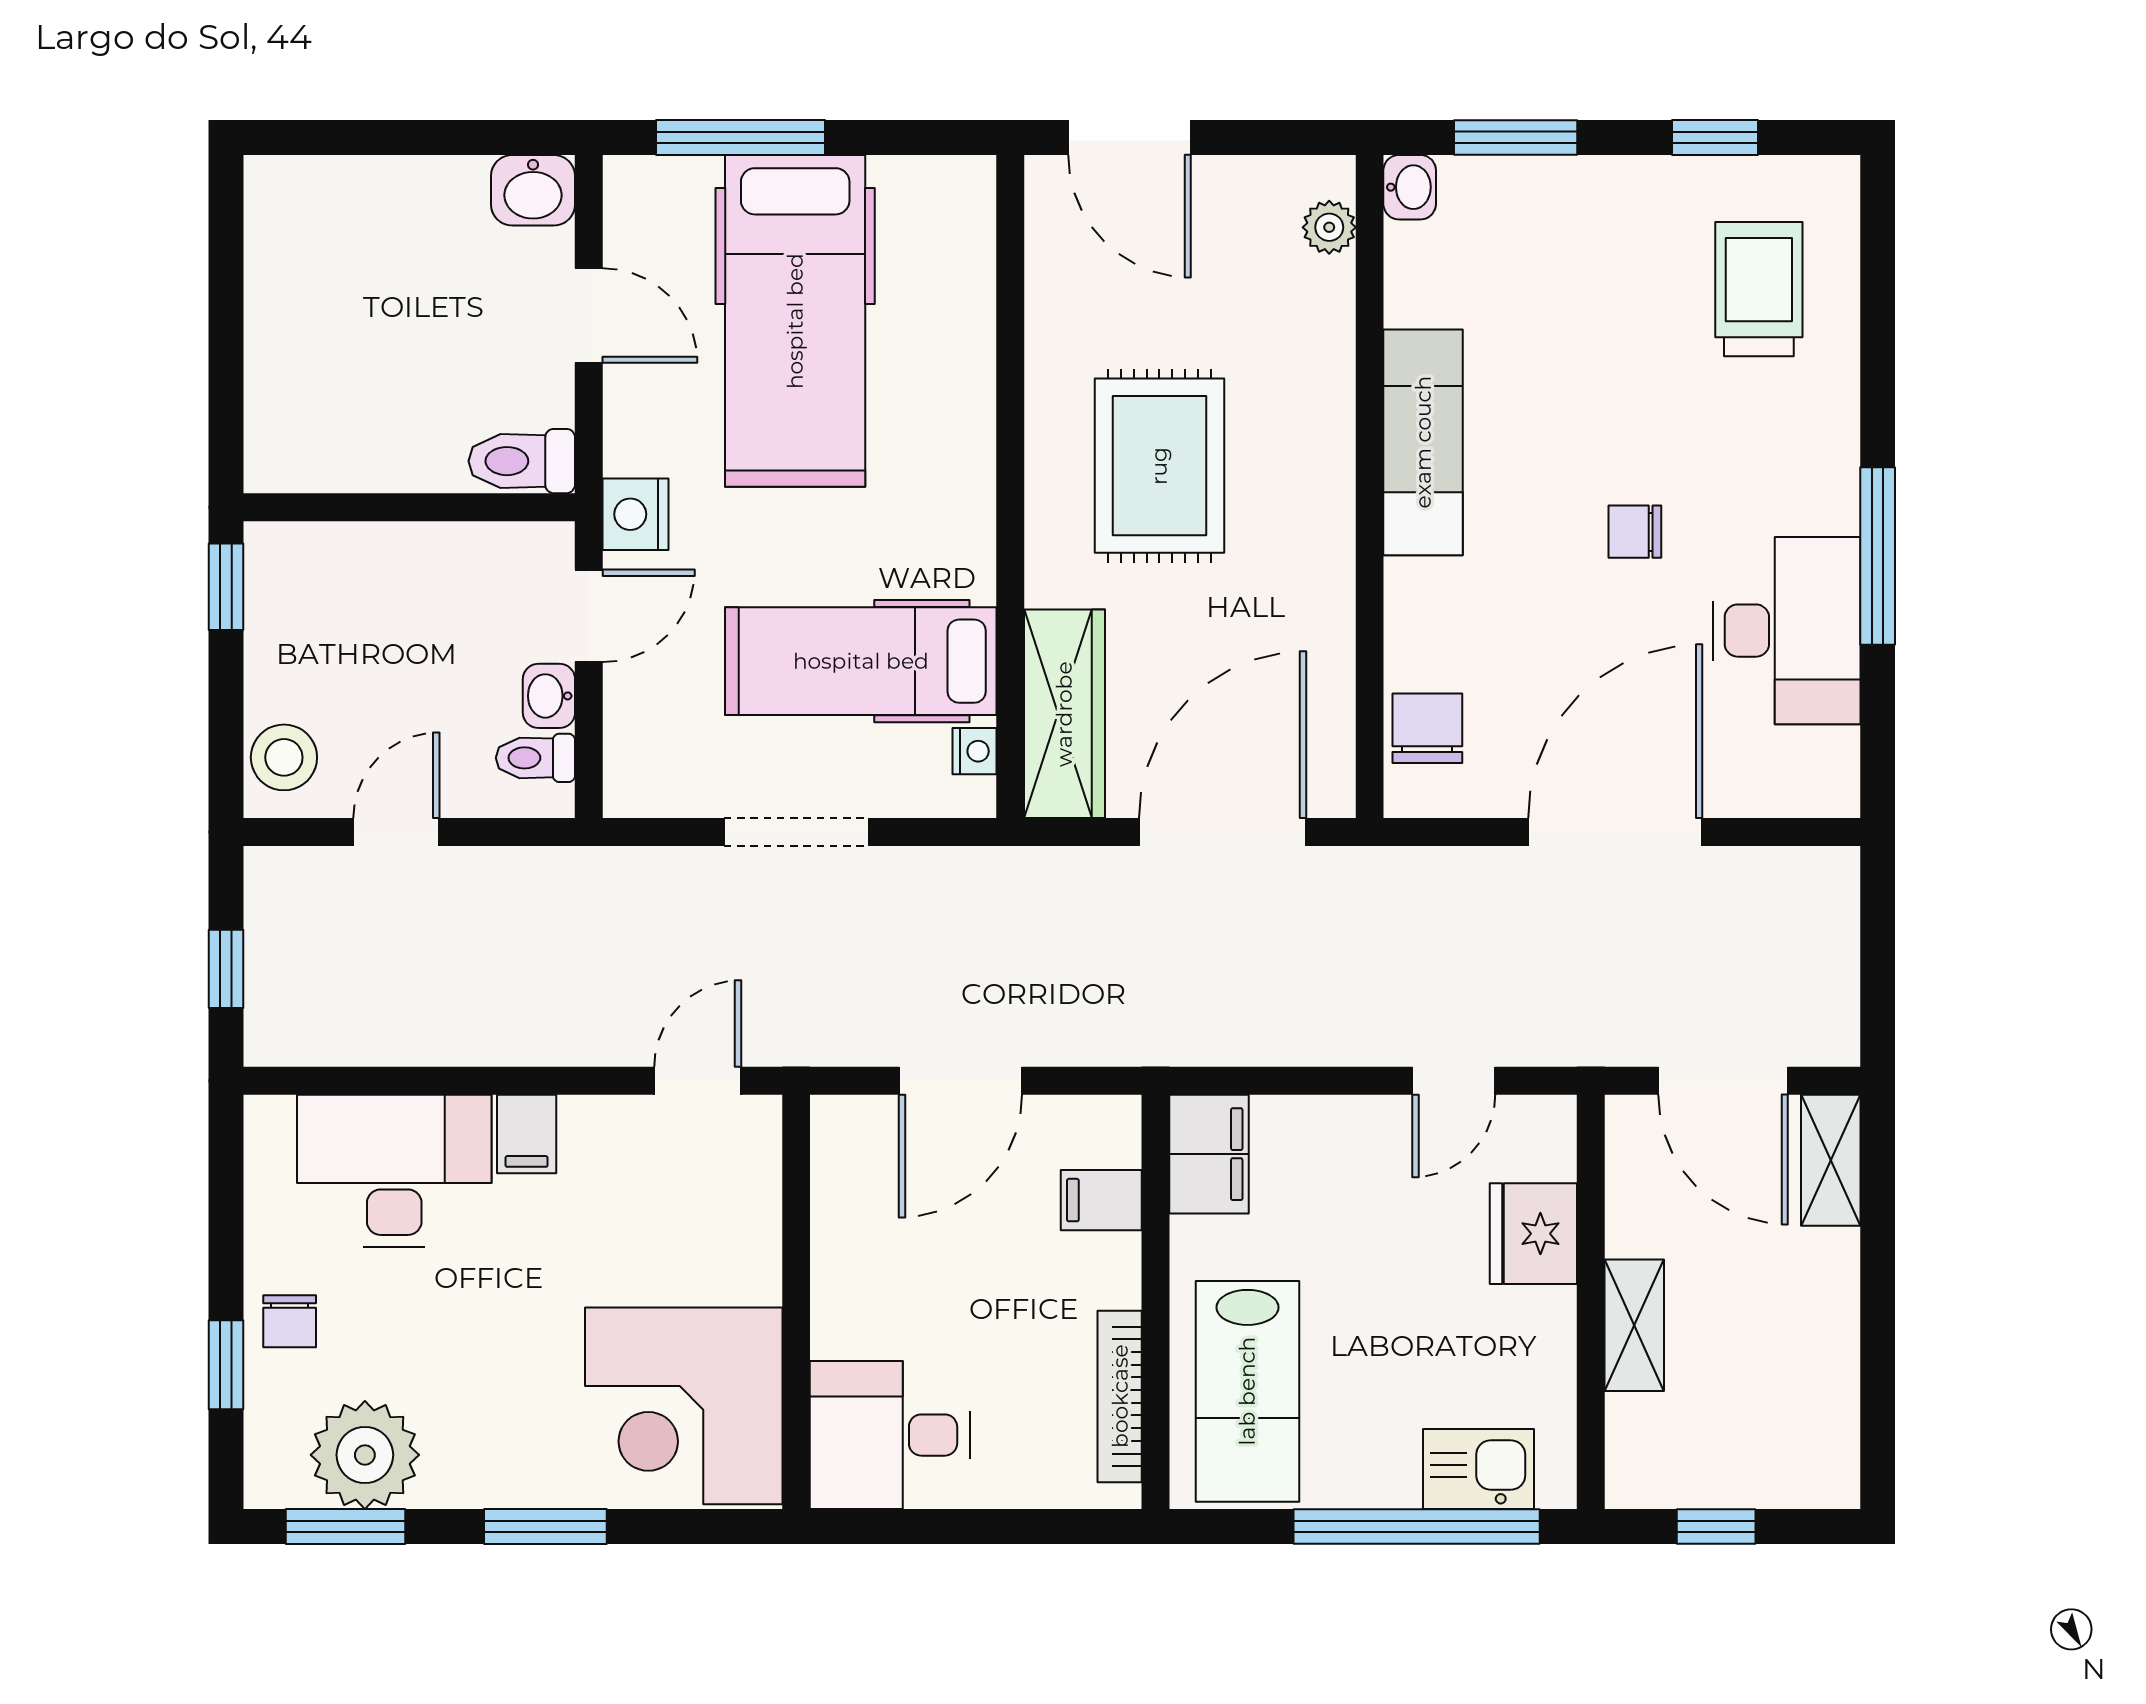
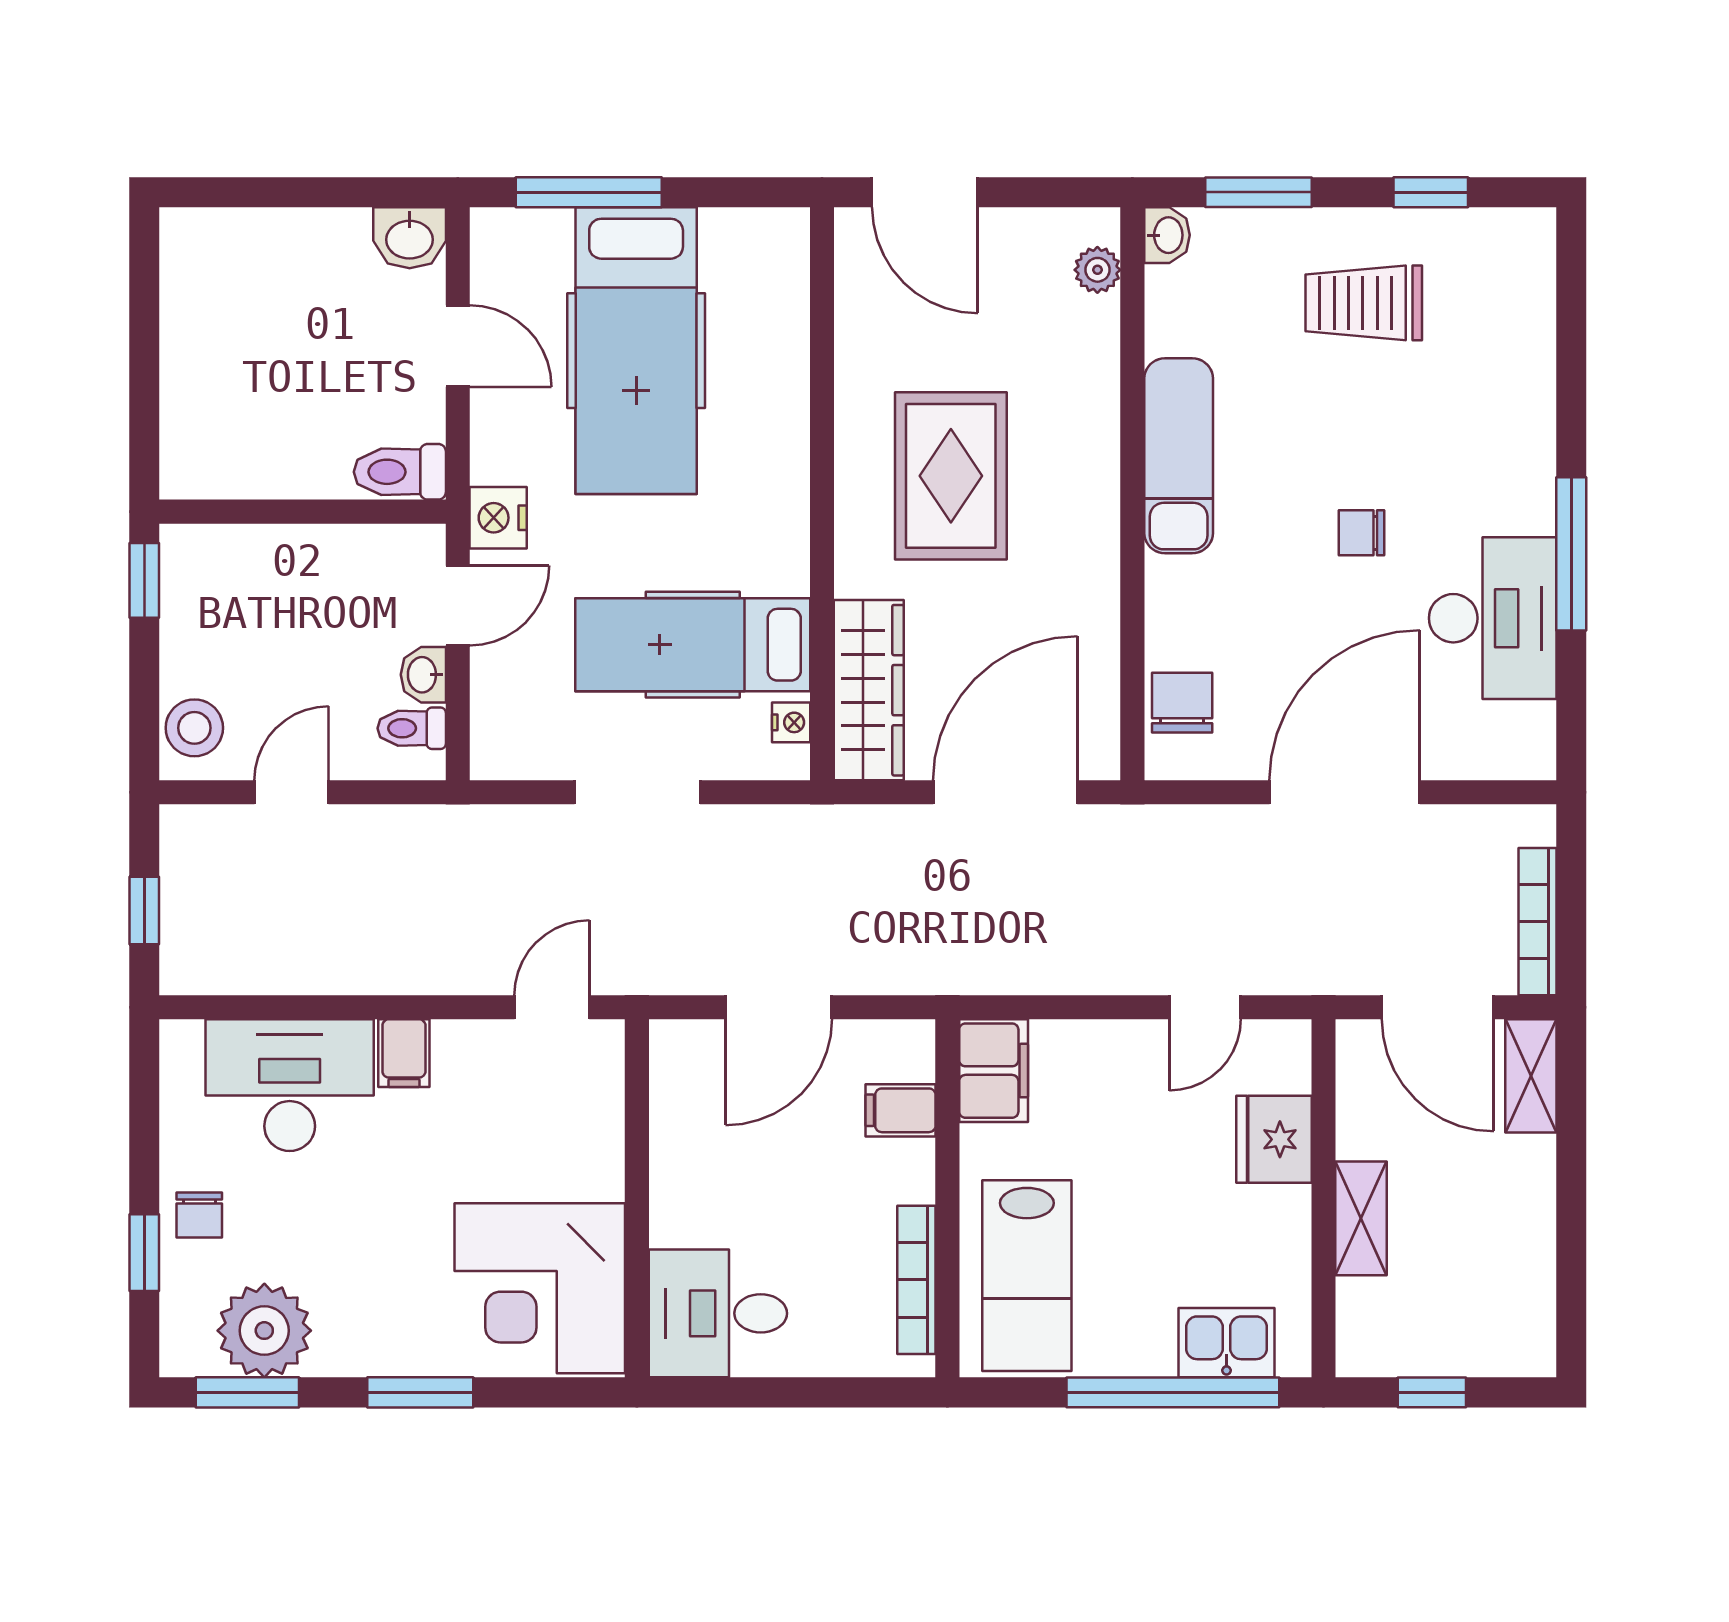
trolley: (1759, 289) -> (1364, 303), moved, turned -90
bookcase: (1838, 982) -> (1537, 922), added

